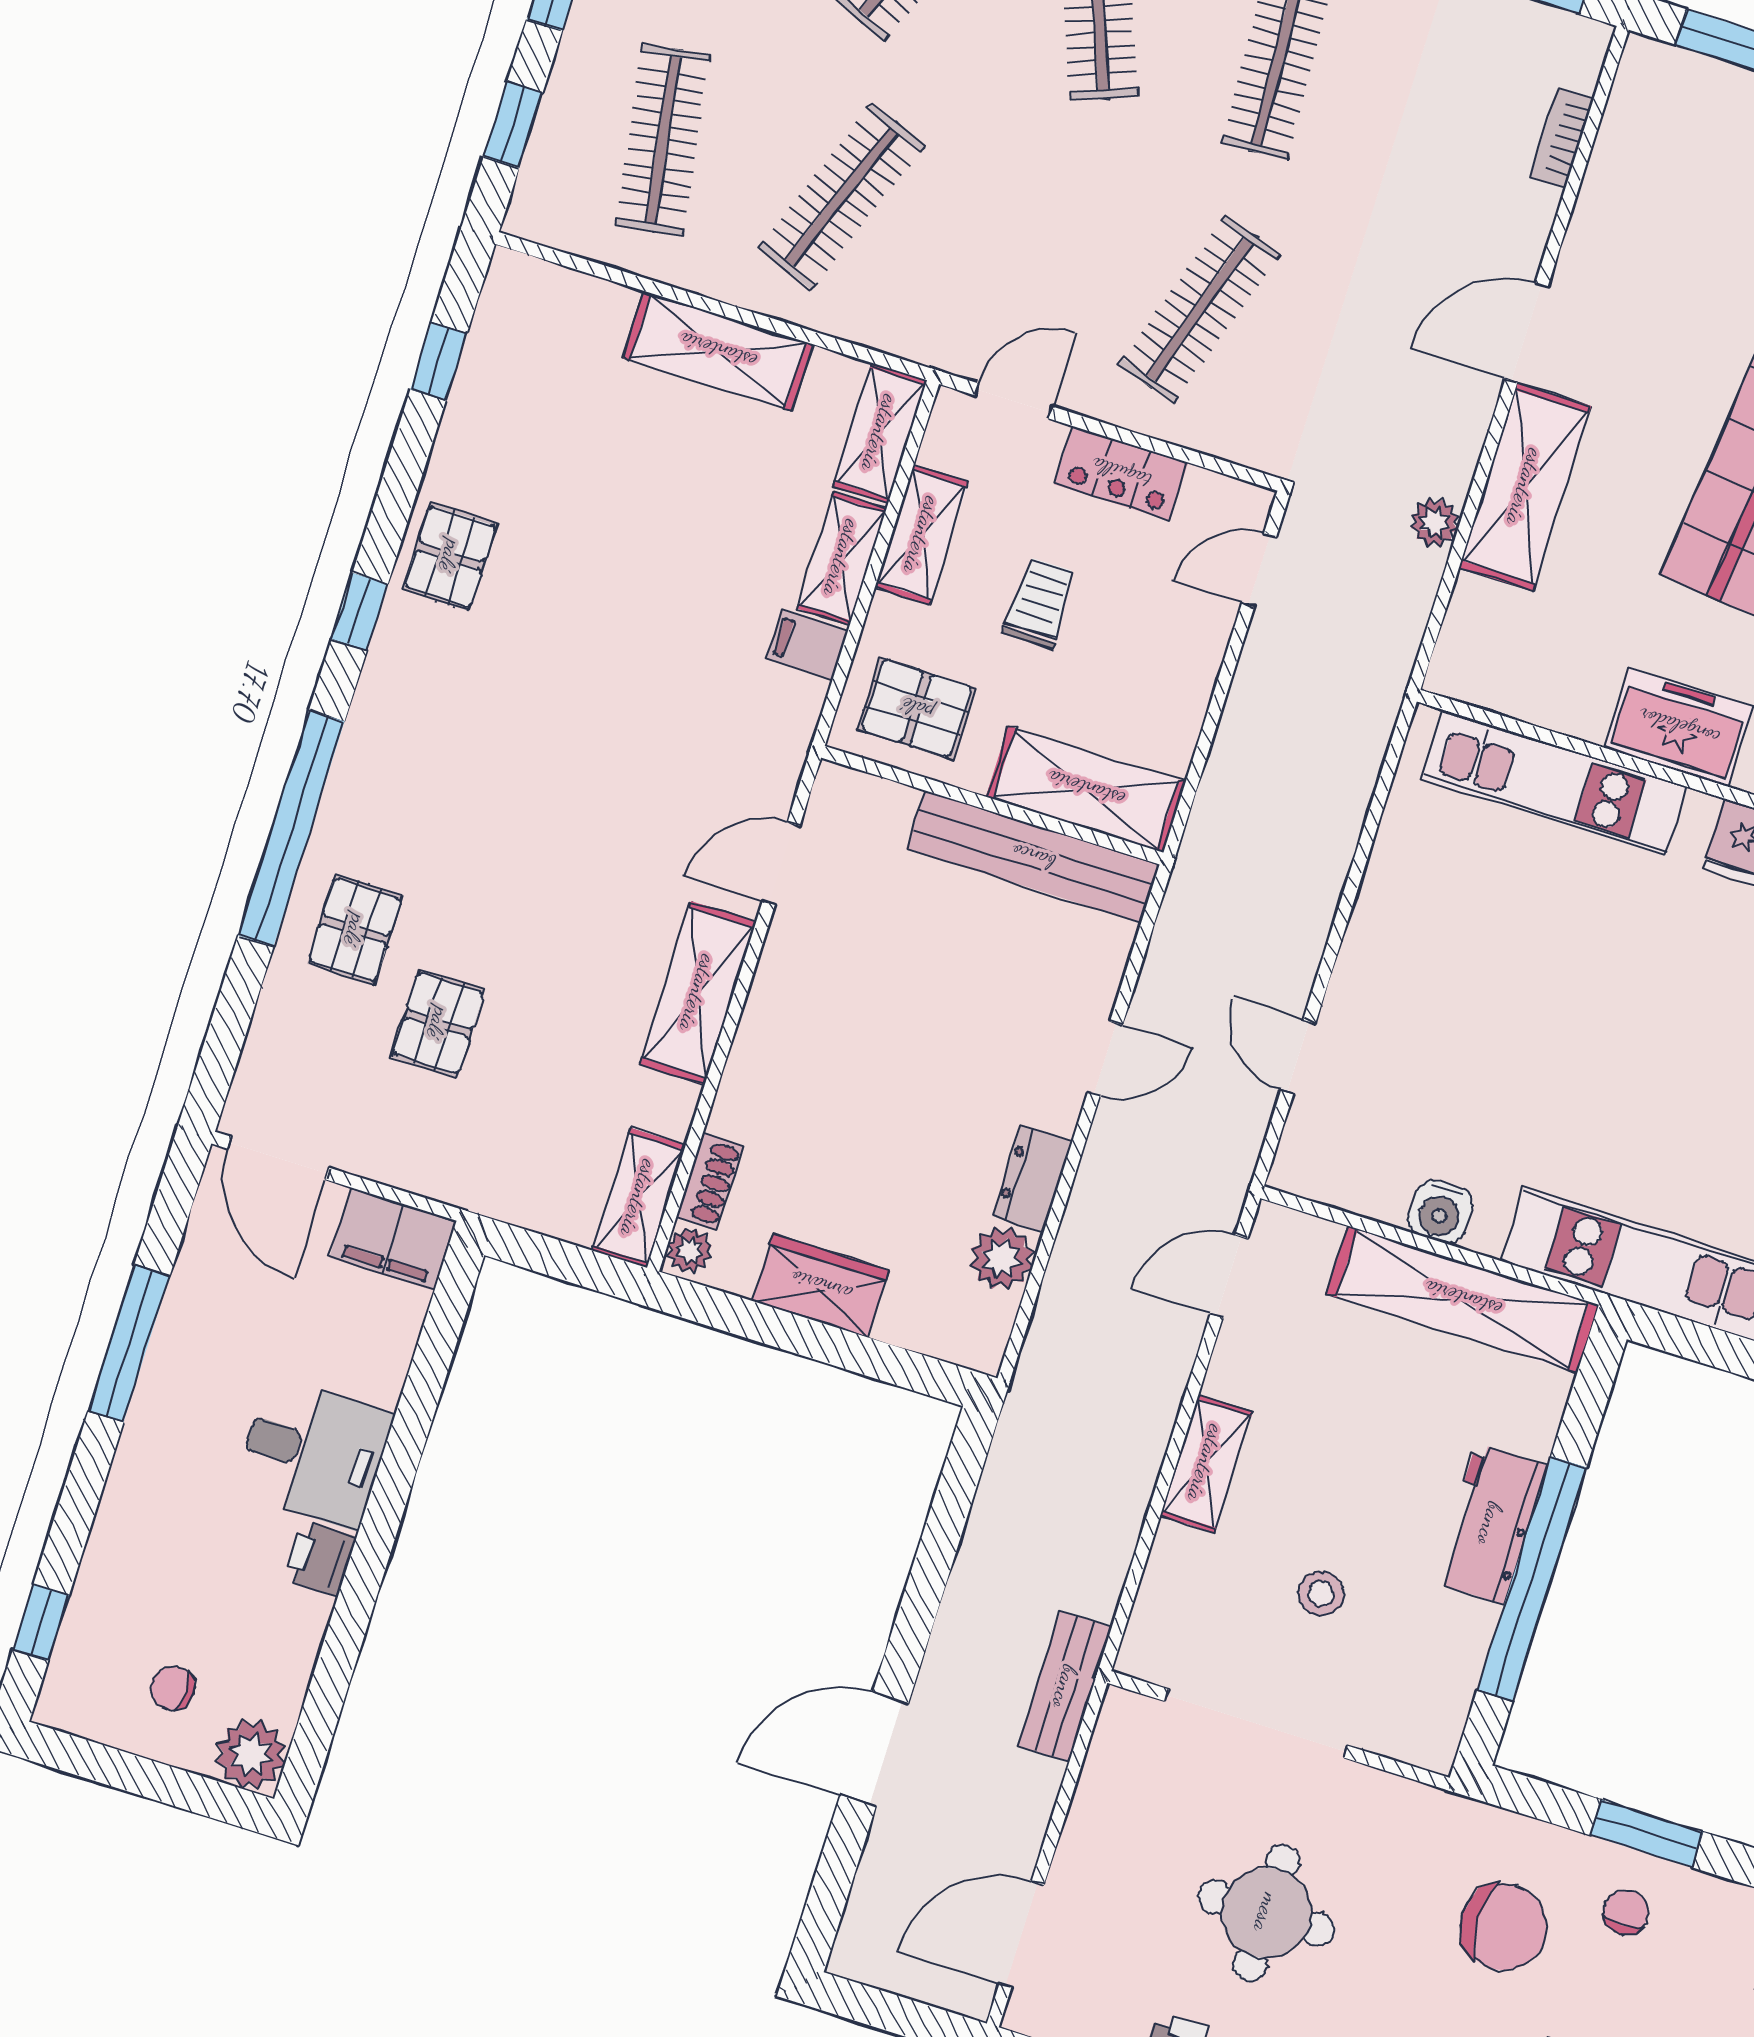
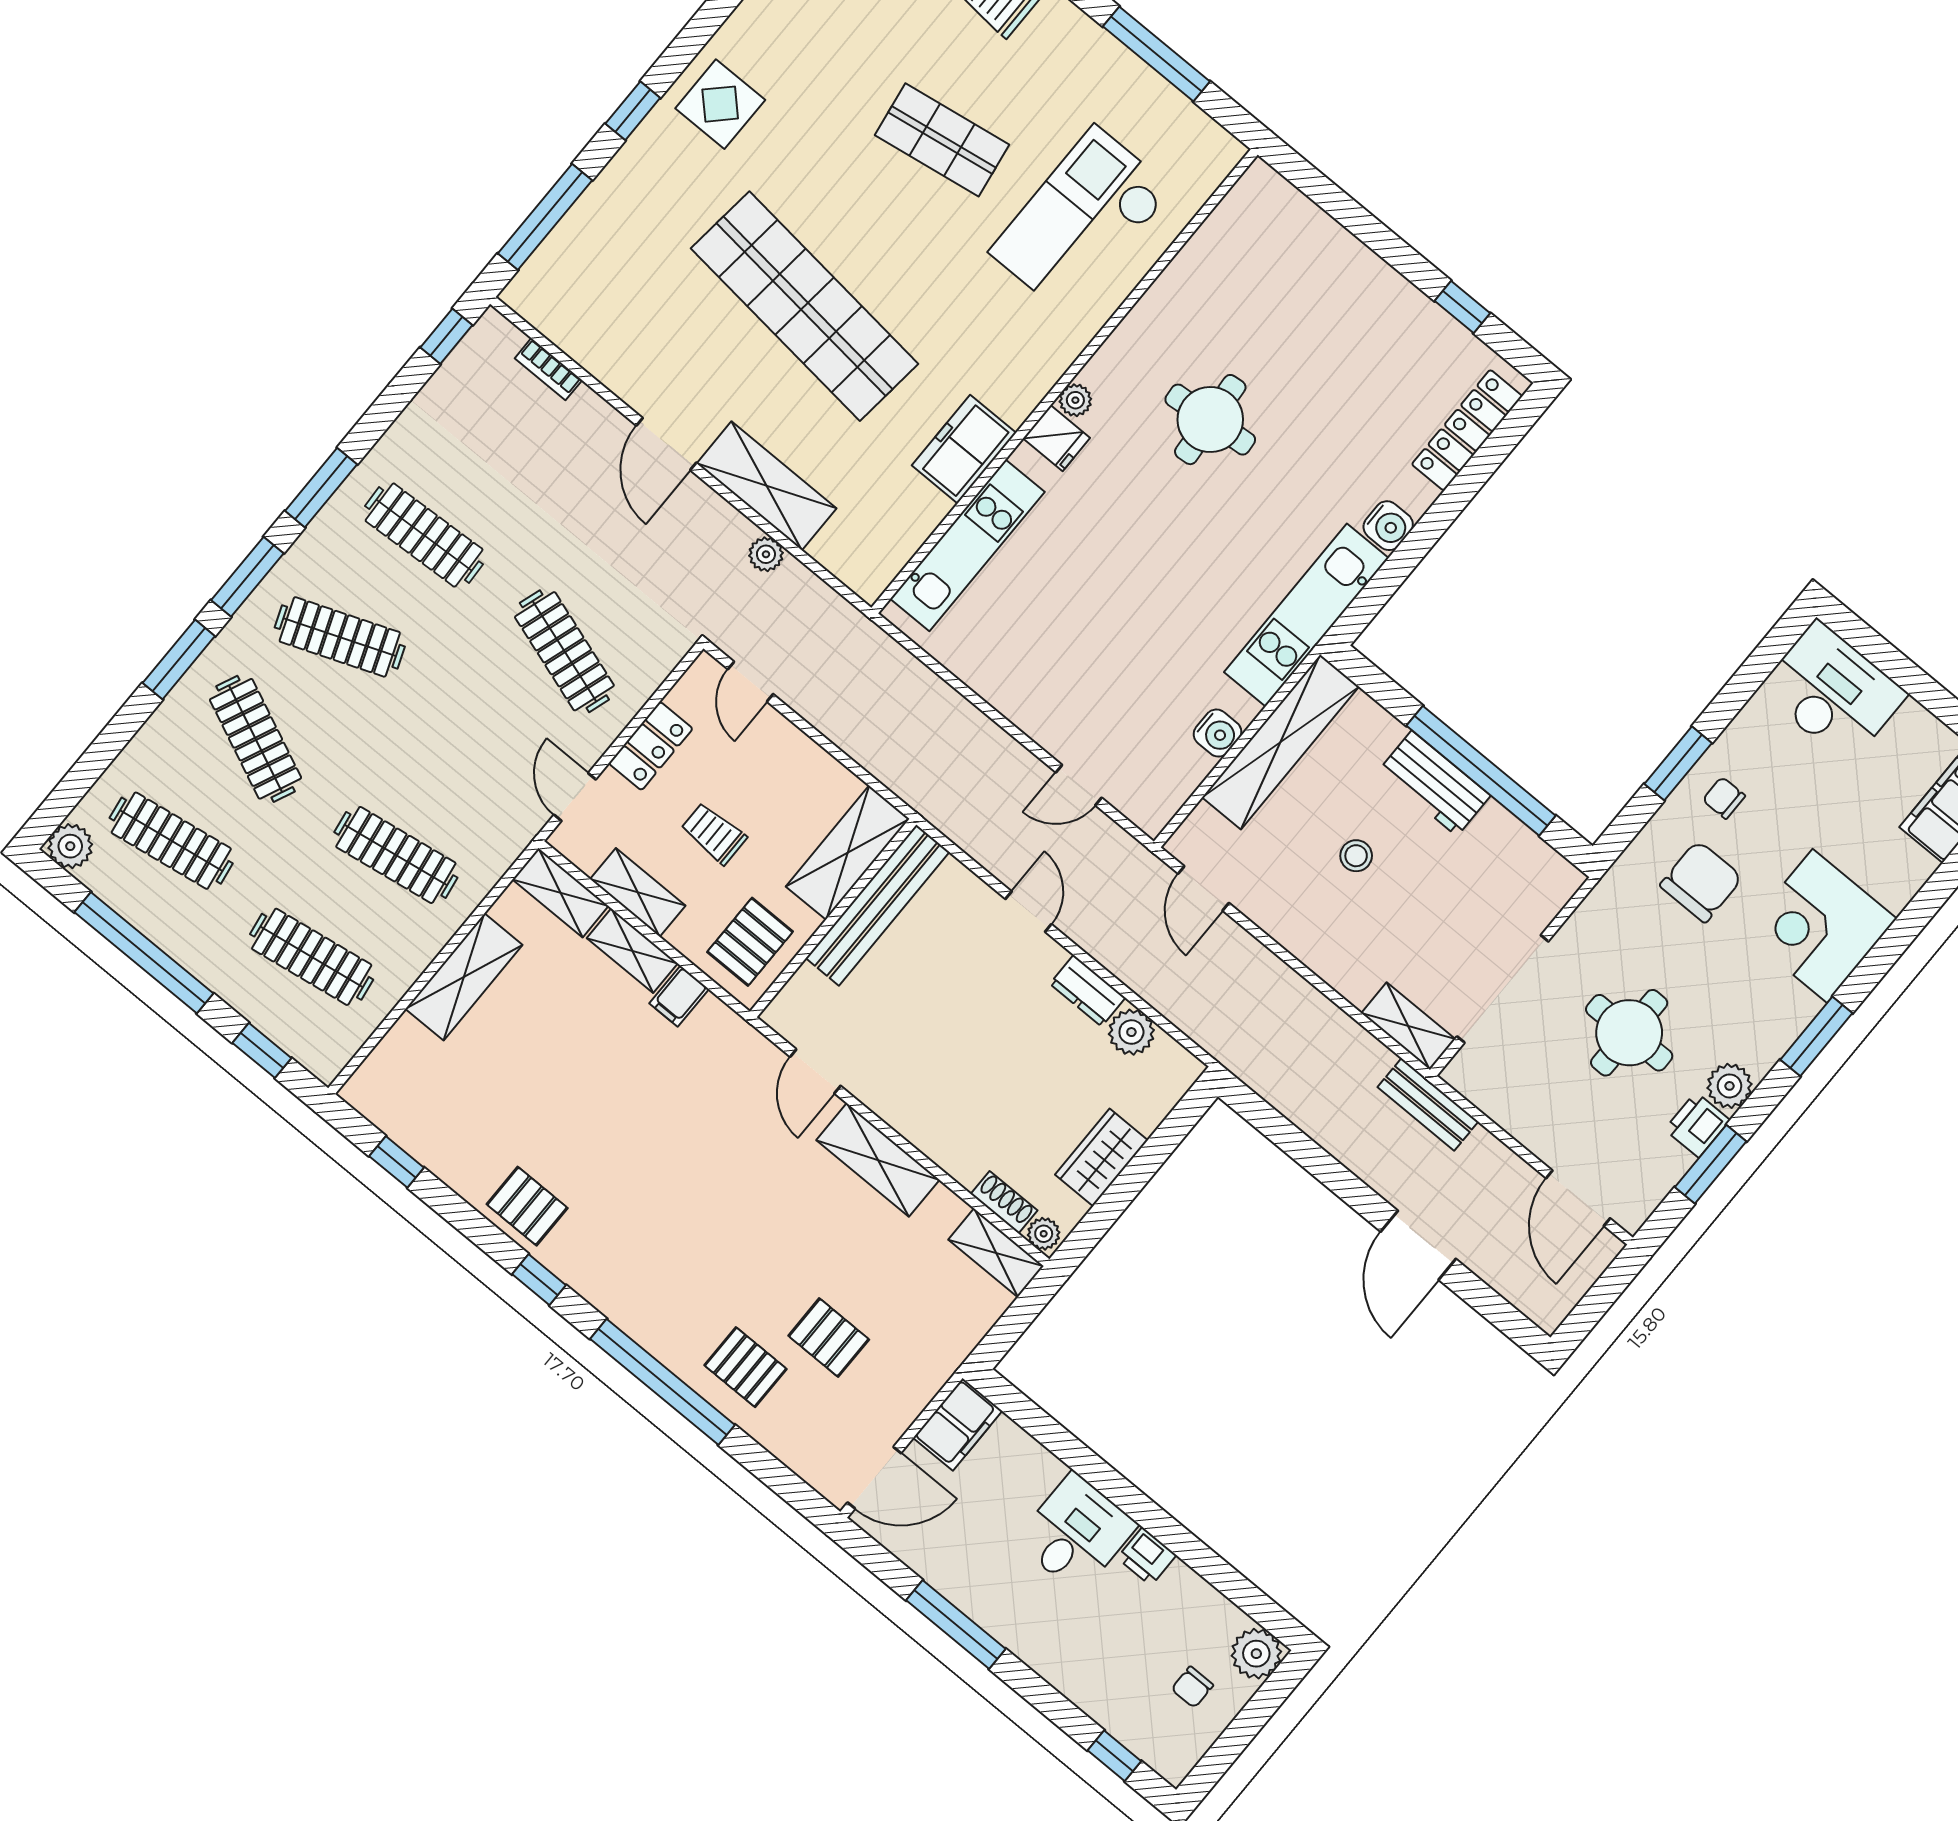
clothes rail: (842, 197) -> (396, 855), turned -30
shelving: (1206, 1463) -> (1408, 1026), moved
stool: (1321, 1594) -> (1356, 856), moved

